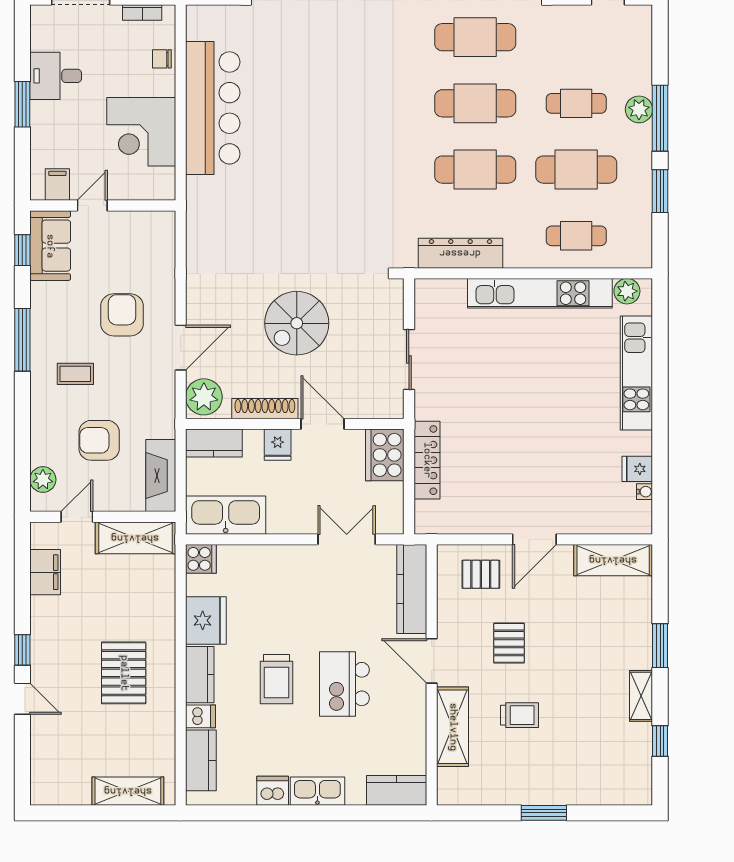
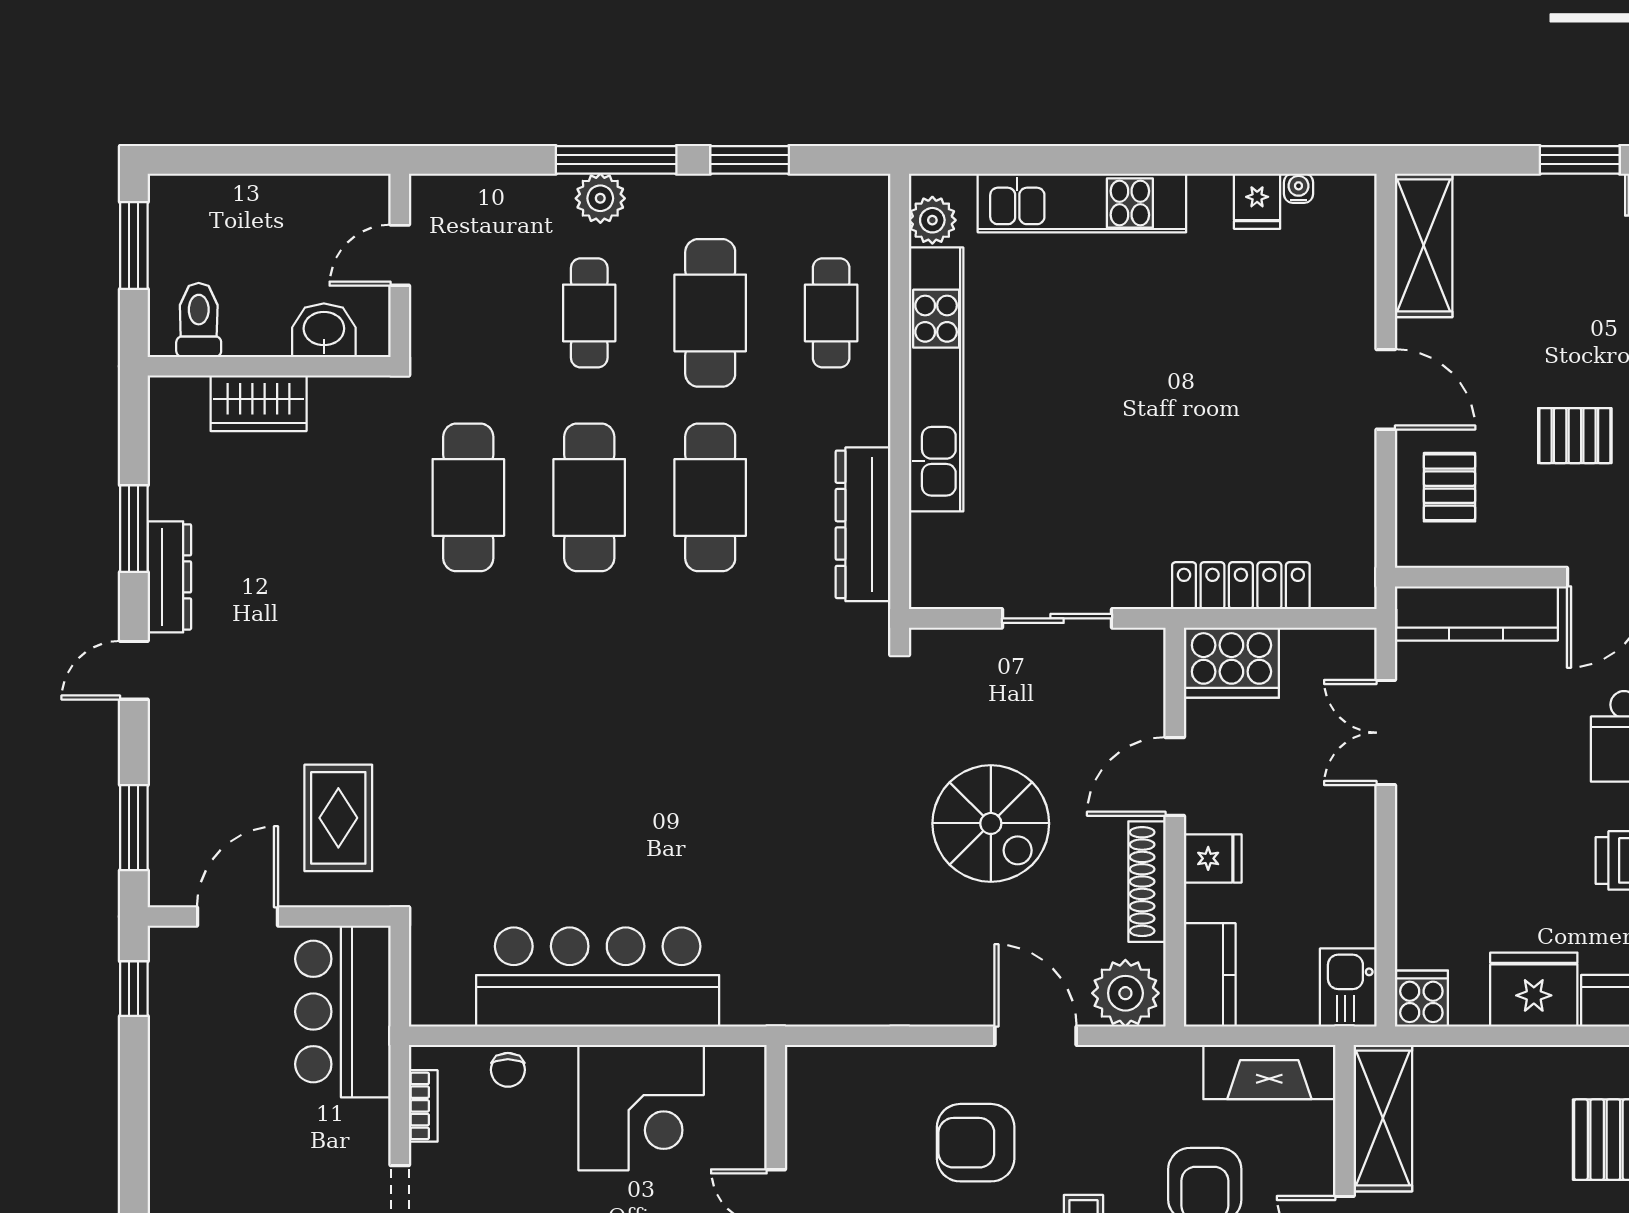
kitchen sink: (226, 515) -> (1348, 988), width x0.53, depth x0.81

